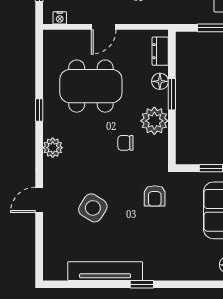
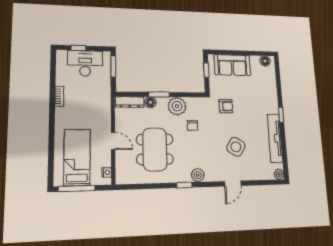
dresser: (160, 51) -> (130, 102), width x1.44
window: (39, 110) -> (184, 185), moved
door: (39, 200) -> (233, 184), hinge flipped
plant: (51, 273) -> (279, 174), added

